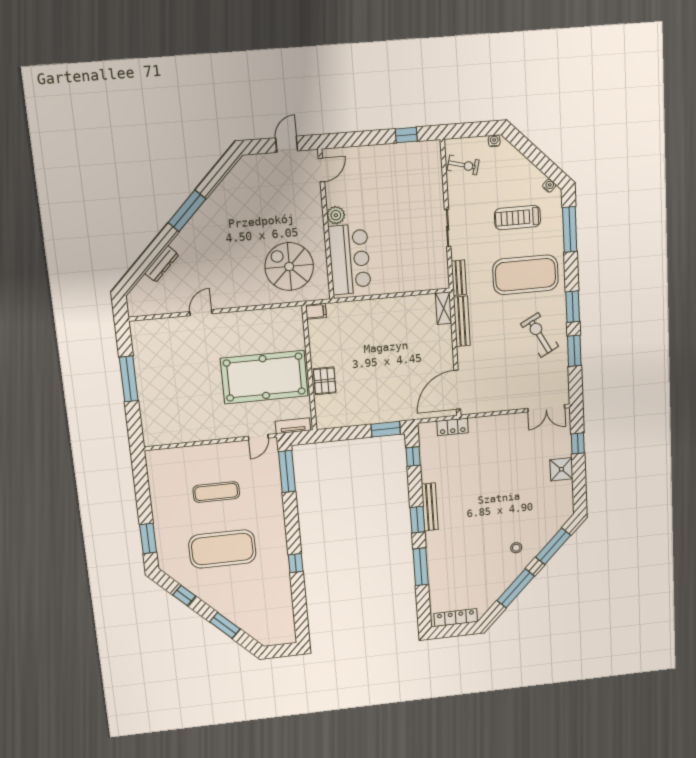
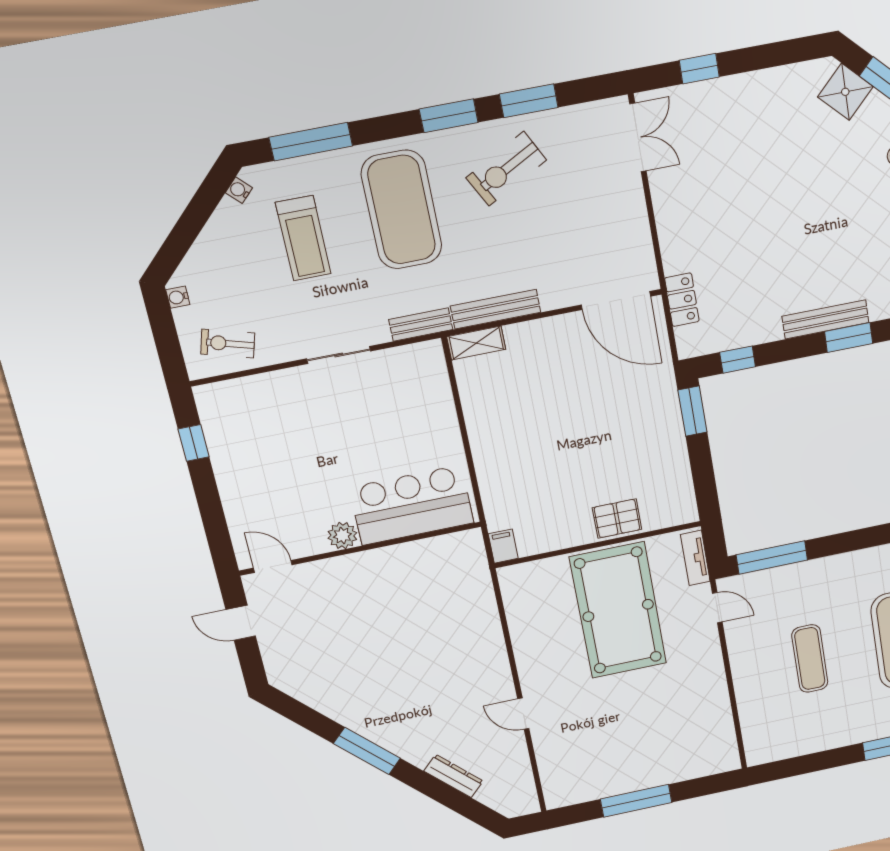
exercise bike: (463, 165) -> (228, 344), turned -88
spiral stairs: (289, 267) -> (435, 595), removed
shower: (561, 469) -> (845, 92), moved, turned 45

